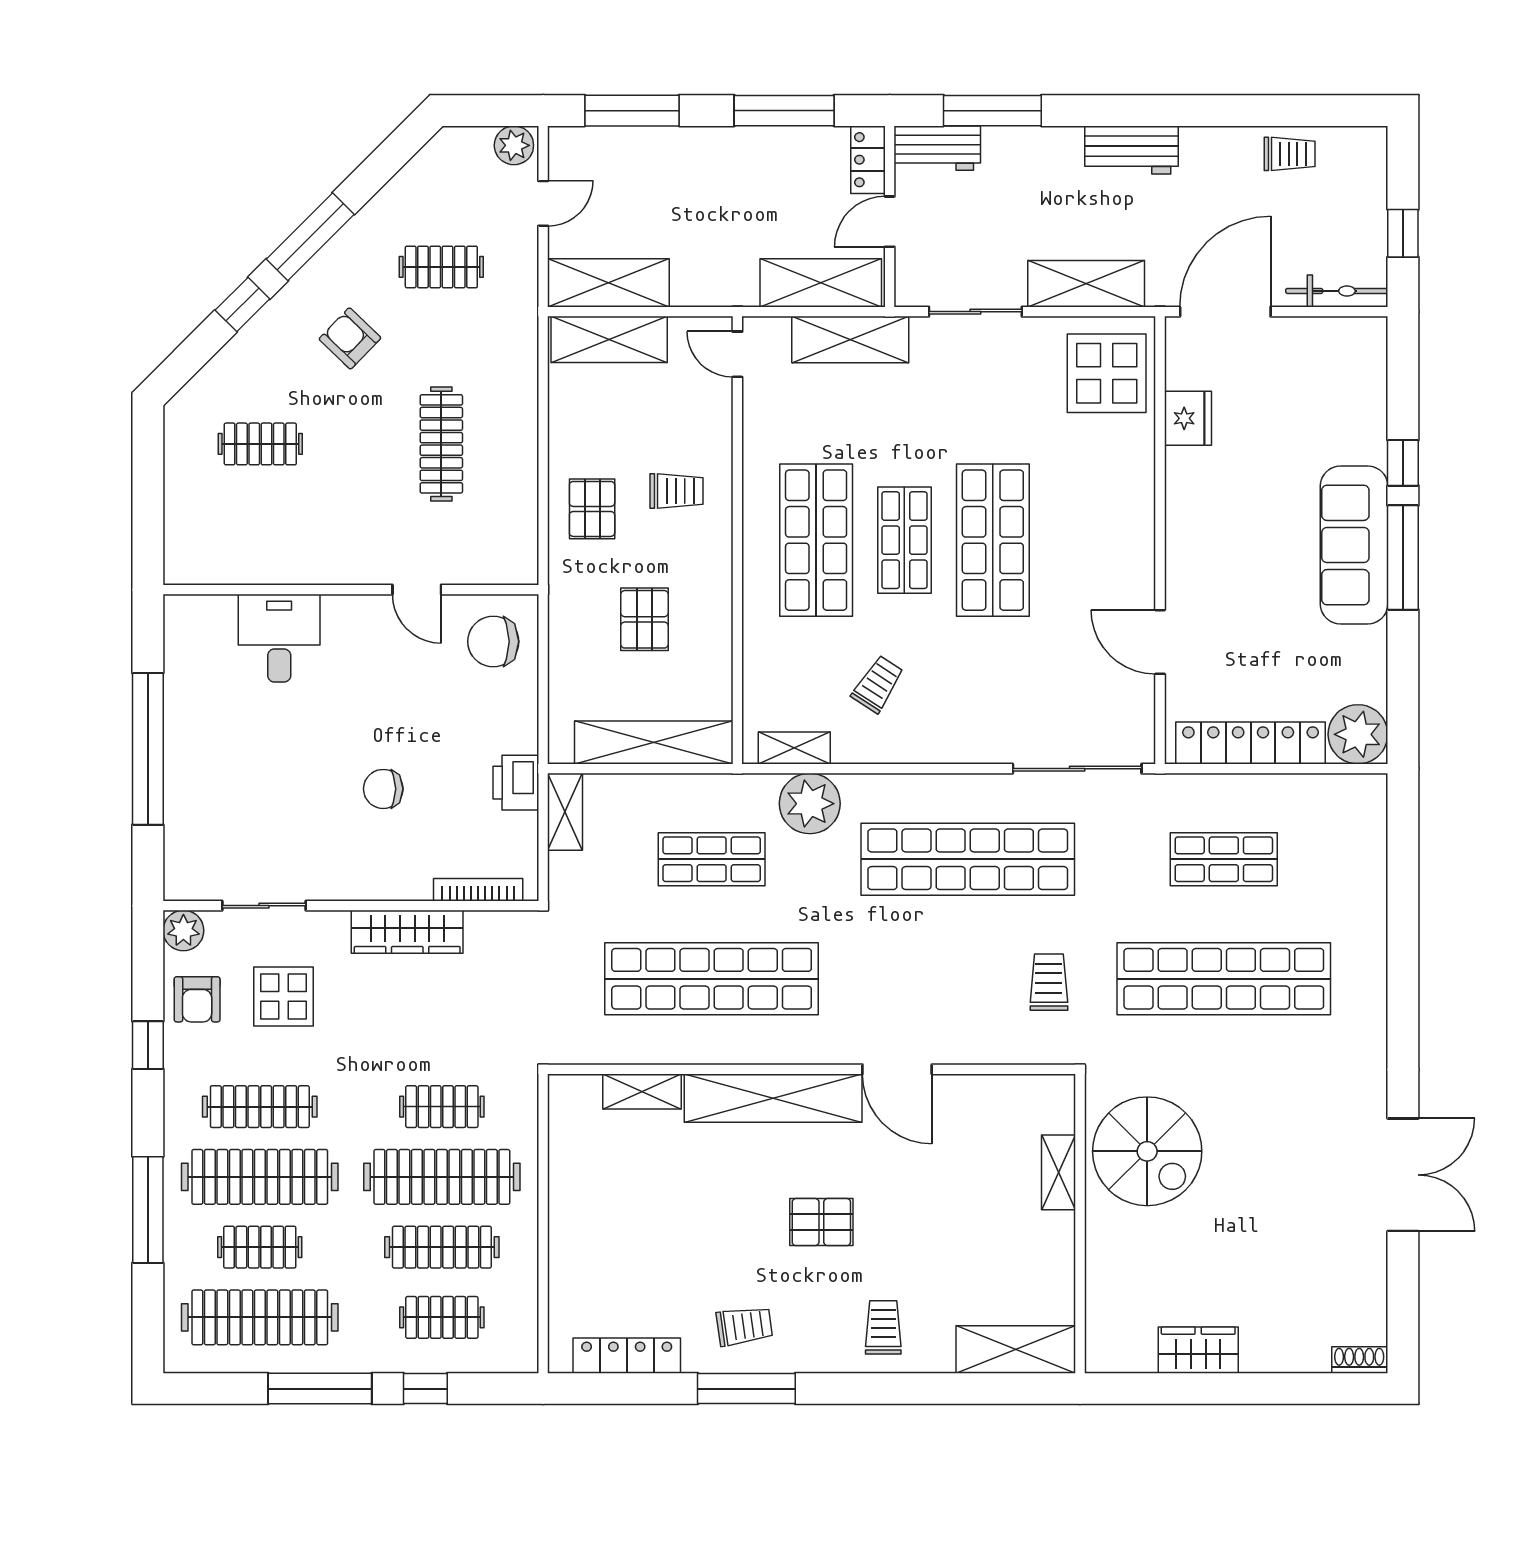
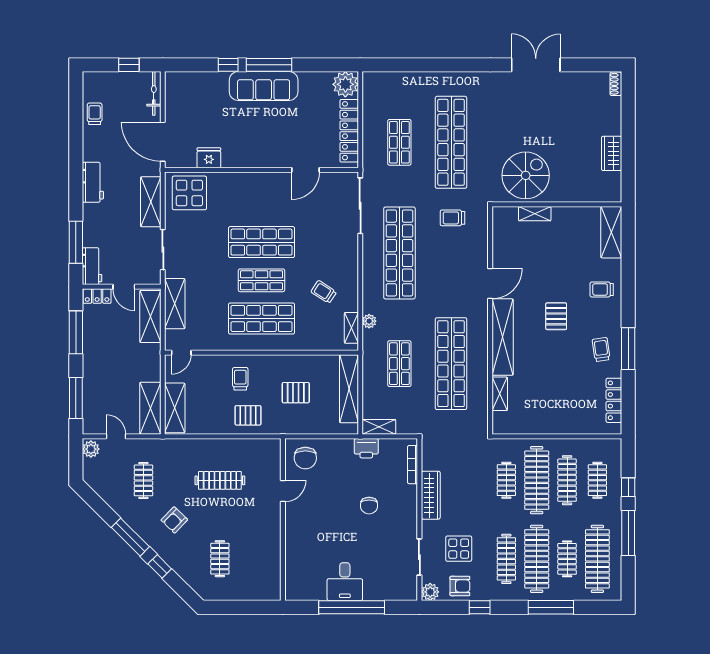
desk: (279, 638) -> (345, 582), moved, turned -90
plant: (810, 804) -> (369, 321), width x0.53, depth x0.53

